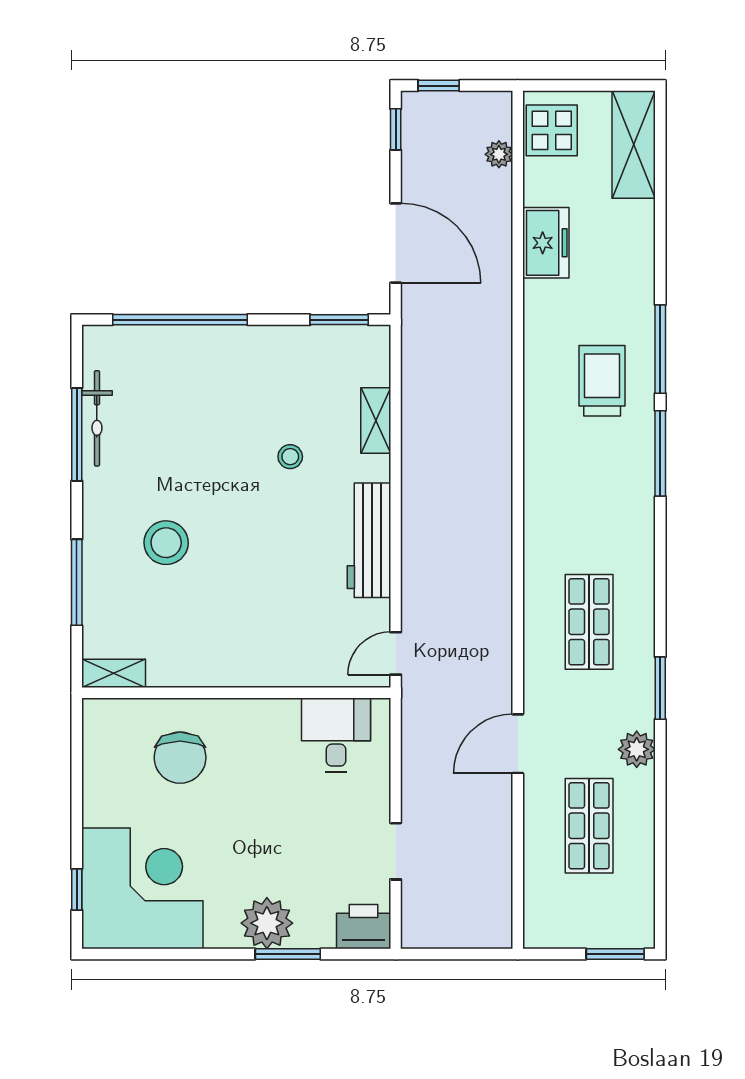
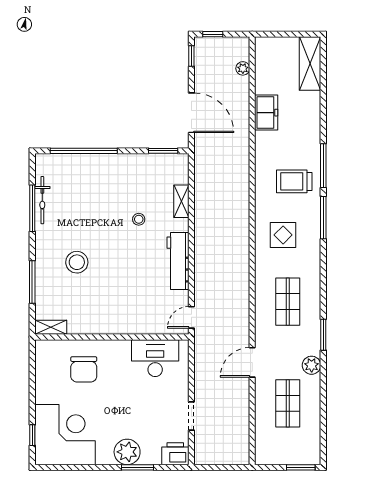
display table: (552, 130) -> (283, 235), moved
trolley: (602, 381) -> (294, 181), turned -90
desk: (336, 735) -> (155, 358), width x1.37

